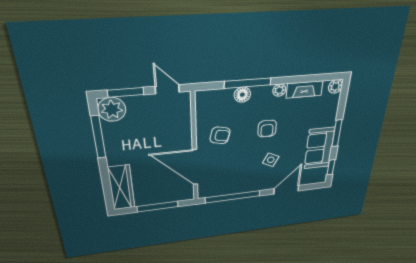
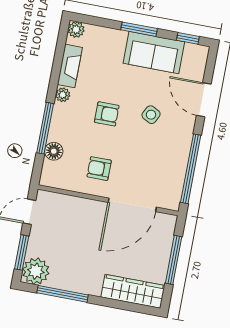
floor lamp: (242, 95) -> (54, 151), moved
armchair: (220, 135) -> (99, 169), turned -103

